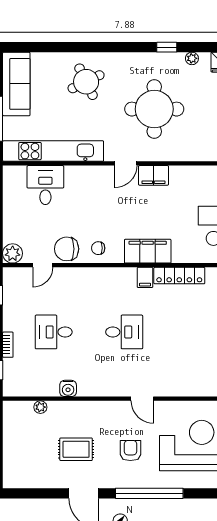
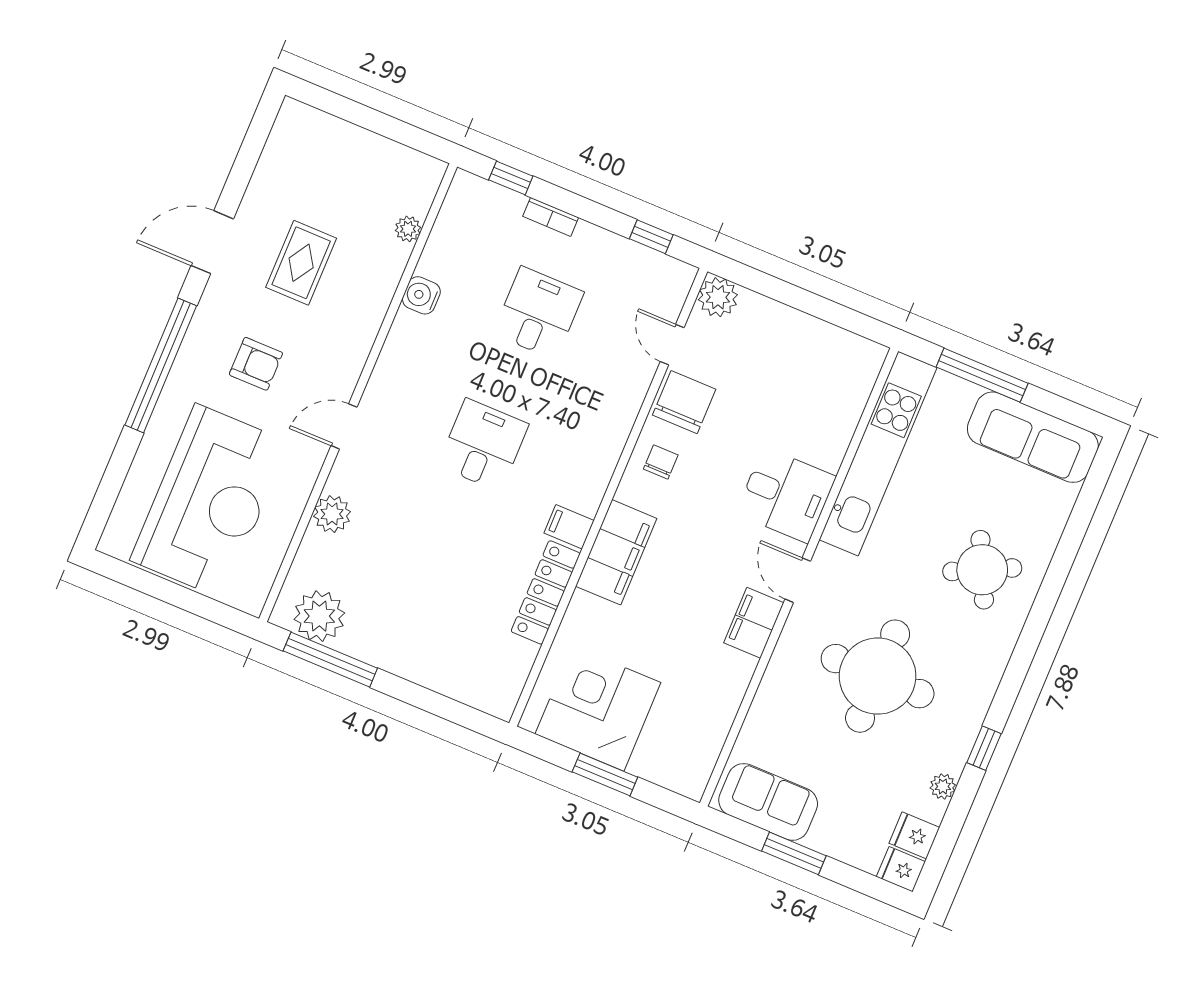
desk: (45, 185) -> (786, 495), moved
desk: (124, 332) -> (483, 445), turned 180
plant: (184, 387) -> (332, 514), added

